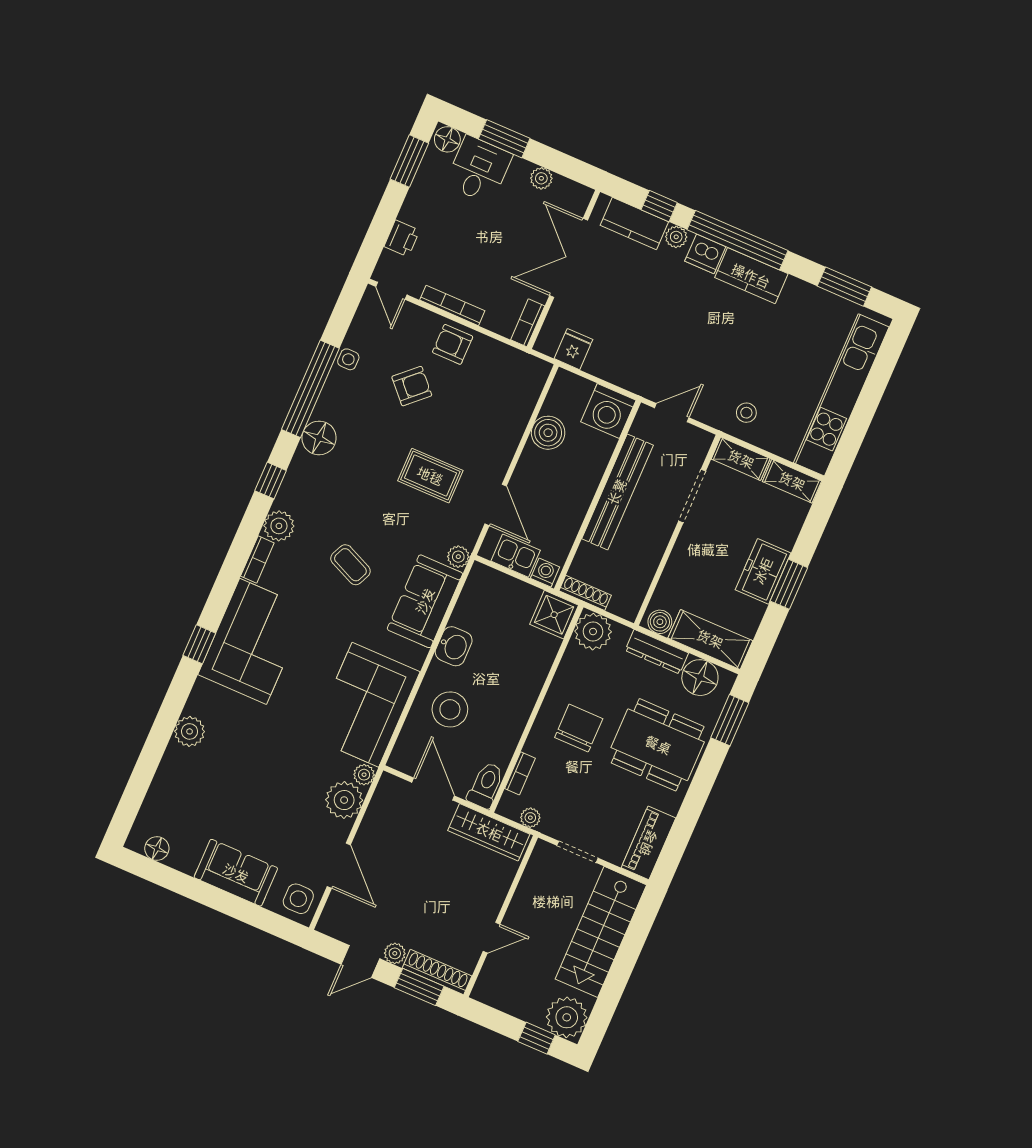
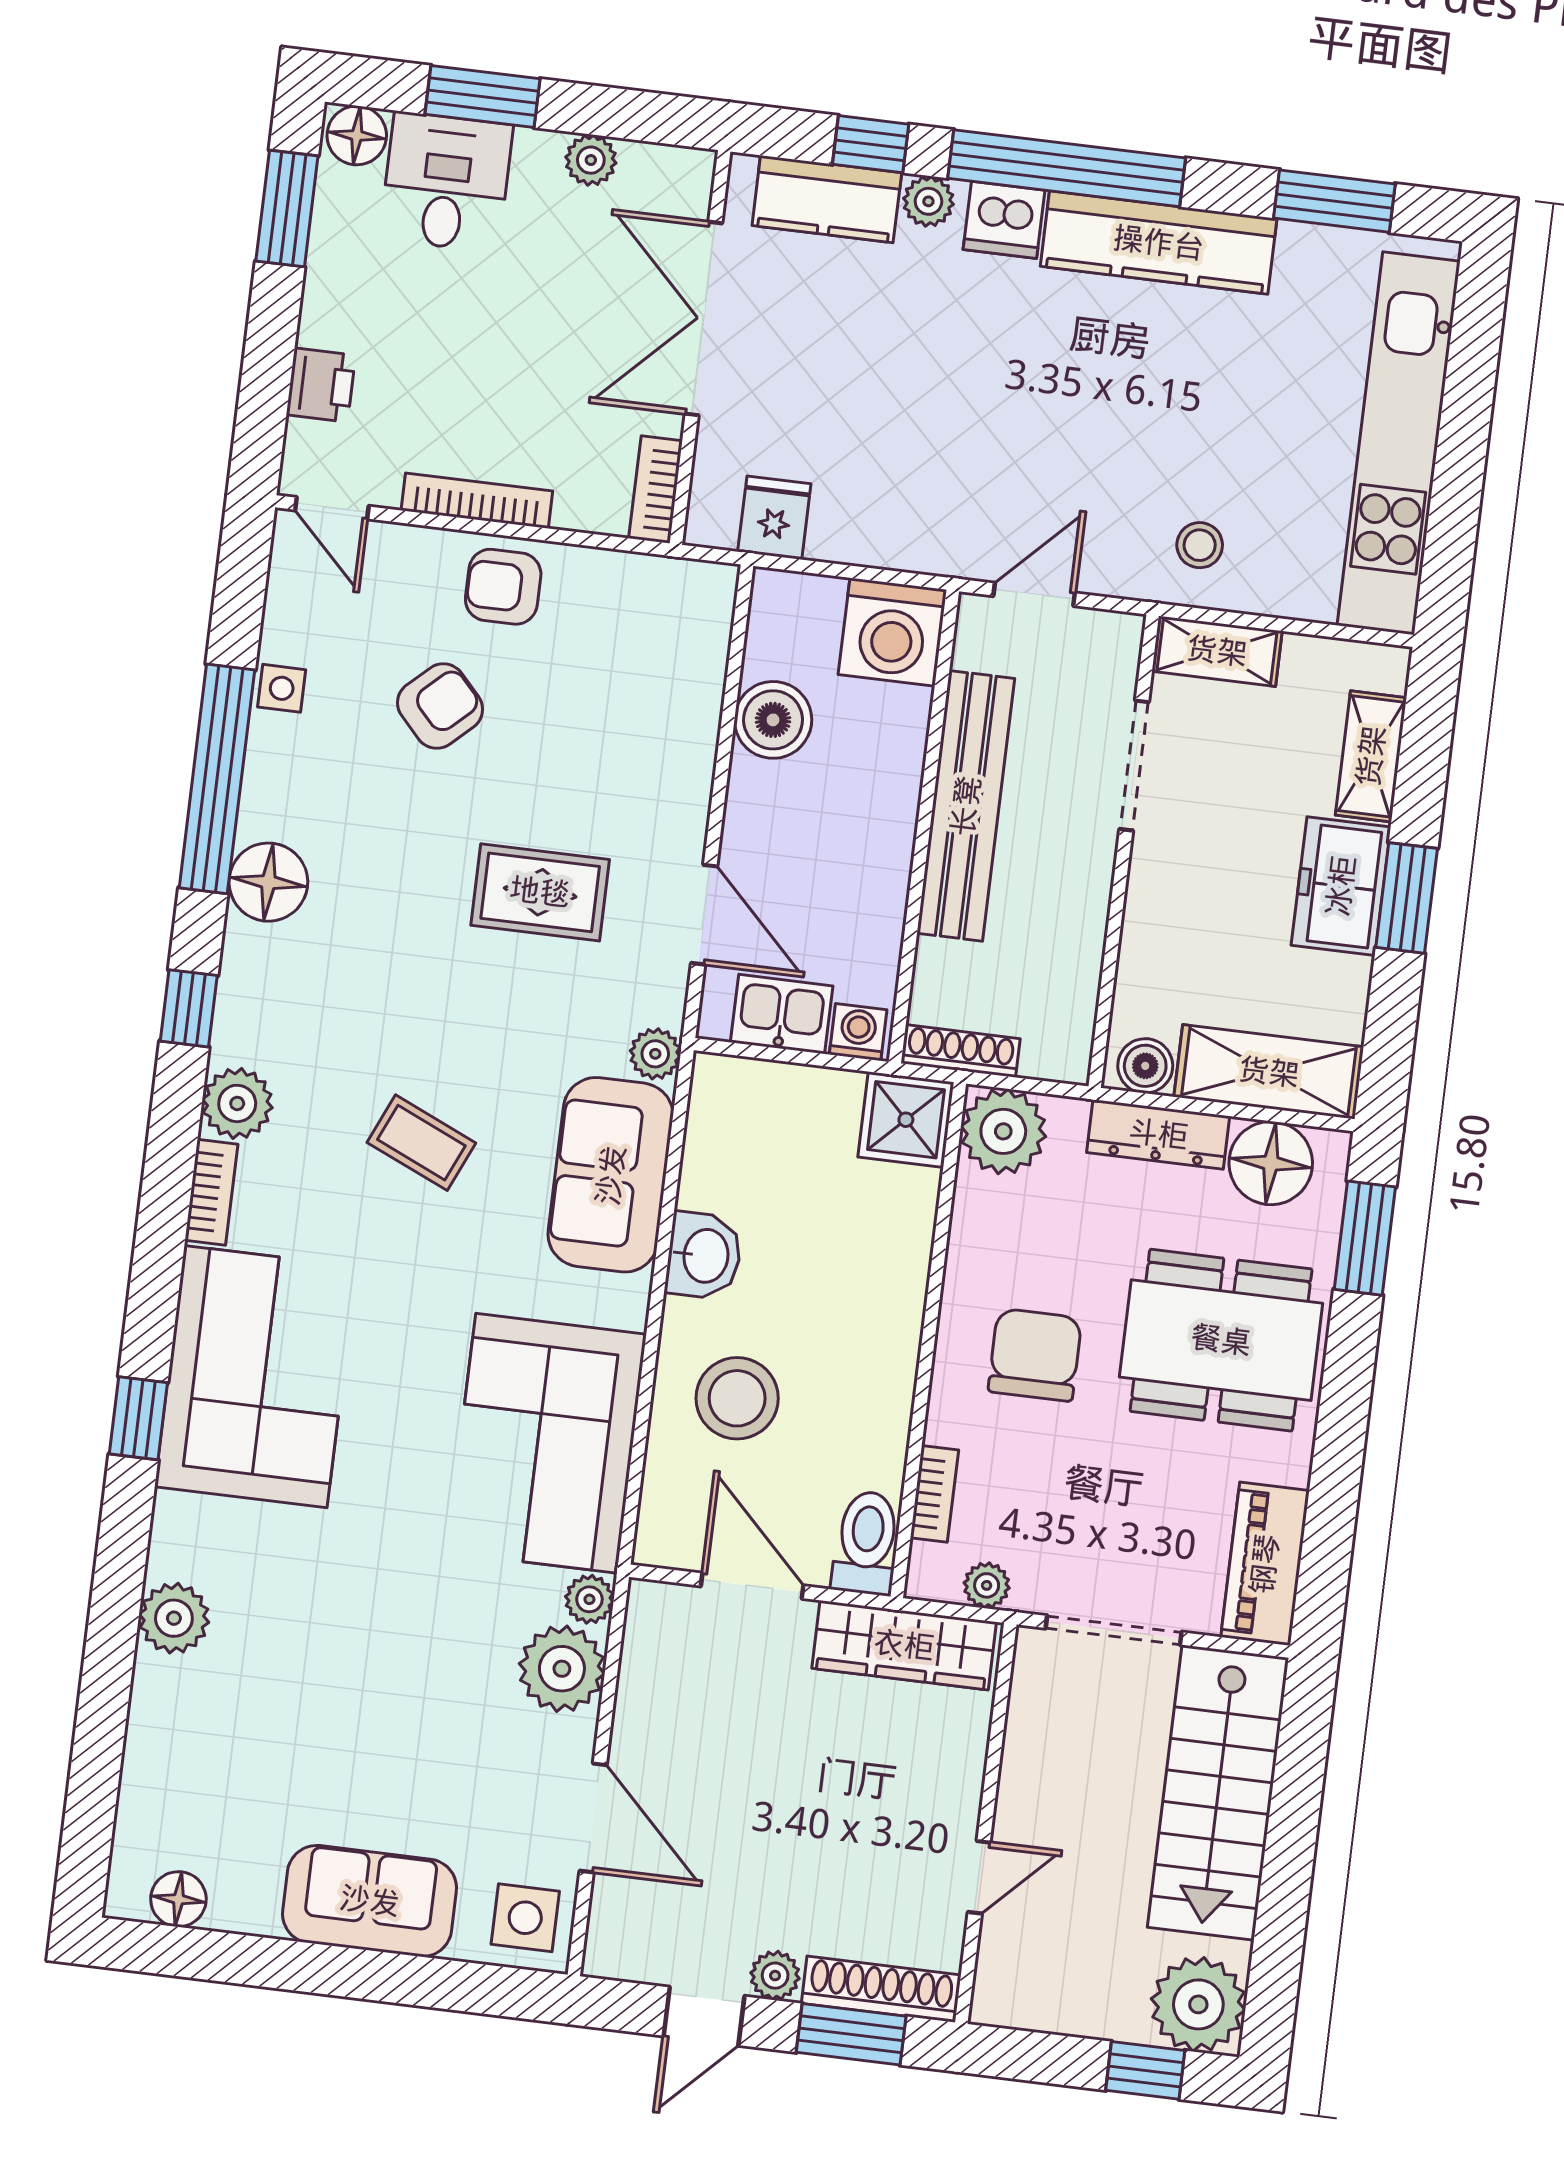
kitchen counter: (751, 276) -> (1159, 243), width x1.50
shelving: (792, 481) -> (1371, 756), moved, turned 90
doorway: (578, 852) -> (1114, 1630), width x1.38

